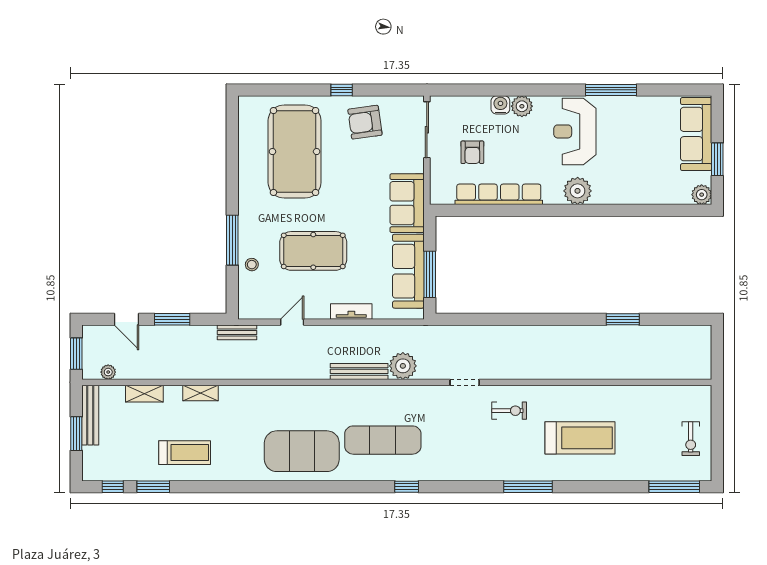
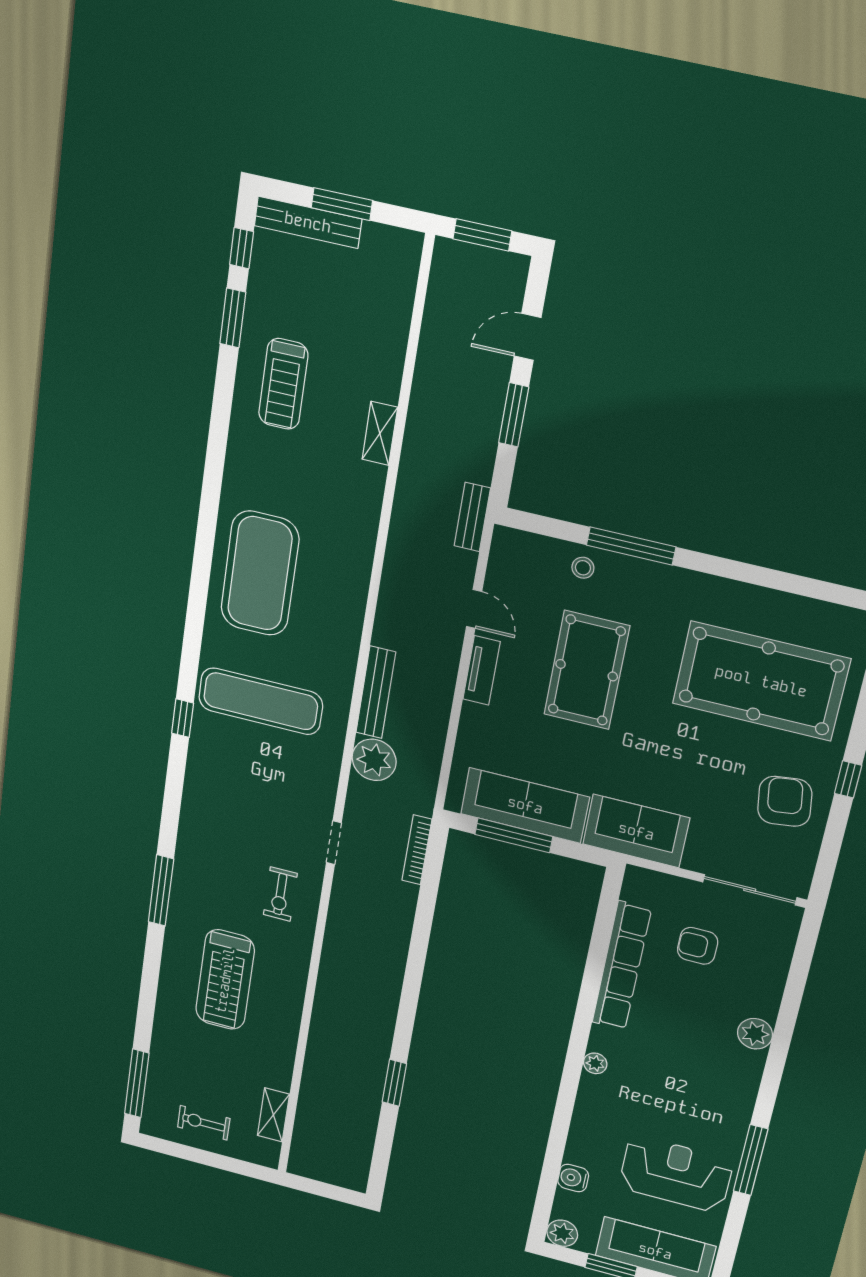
water cooler: (500, 105) -> (573, 1178), moved, turned 180
reception desk: (575, 131) -> (676, 1174), moved
plant: (578, 191) -> (595, 1063), width x0.53, depth x0.53
tv unit: (351, 311) -> (482, 670), moved
bookcase: (455, 331) -> (417, 850), added
plant: (108, 372) -> (441, 284), removed
shelving: (144, 394) -> (273, 1115), moved
bench: (90, 415) -> (308, 222), moved
exercise mat: (383, 440) -> (261, 701), turned 90

